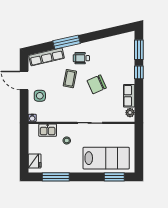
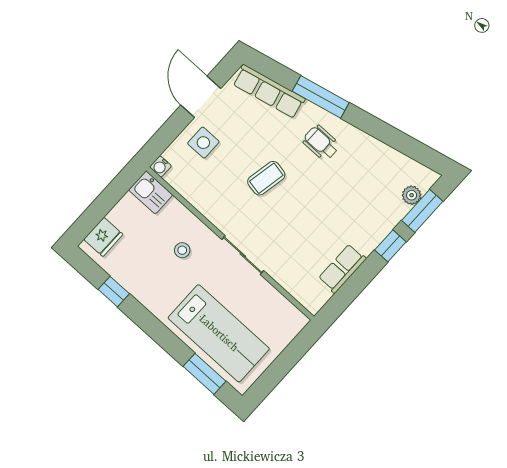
coffee table: (70, 79) -> (266, 178), moved
chair: (97, 84) -> (308, 205), removed
plant: (130, 113) -> (412, 195), moved
kitchen sink: (48, 130) -> (151, 192), moved
window: (56, 177) -> (114, 292), width x0.46

